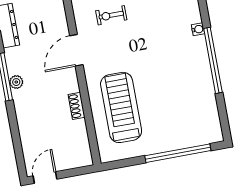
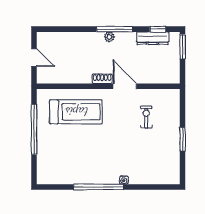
shoe rack: (77, 106) -> (102, 79), moved
window: (178, 153) -> (34, 129), moved
door: (45, 178) -> (34, 58), moved

